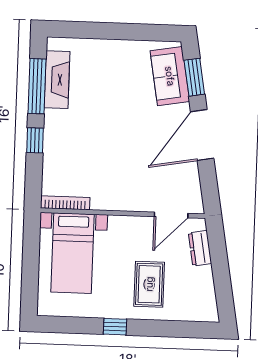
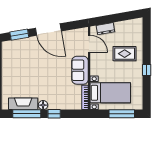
sofa: (170, 76) -> (80, 70), moved, turned 100
floor lamp: (53, 119) -> (43, 105), added
window: (30, 274) -> (122, 114), added

